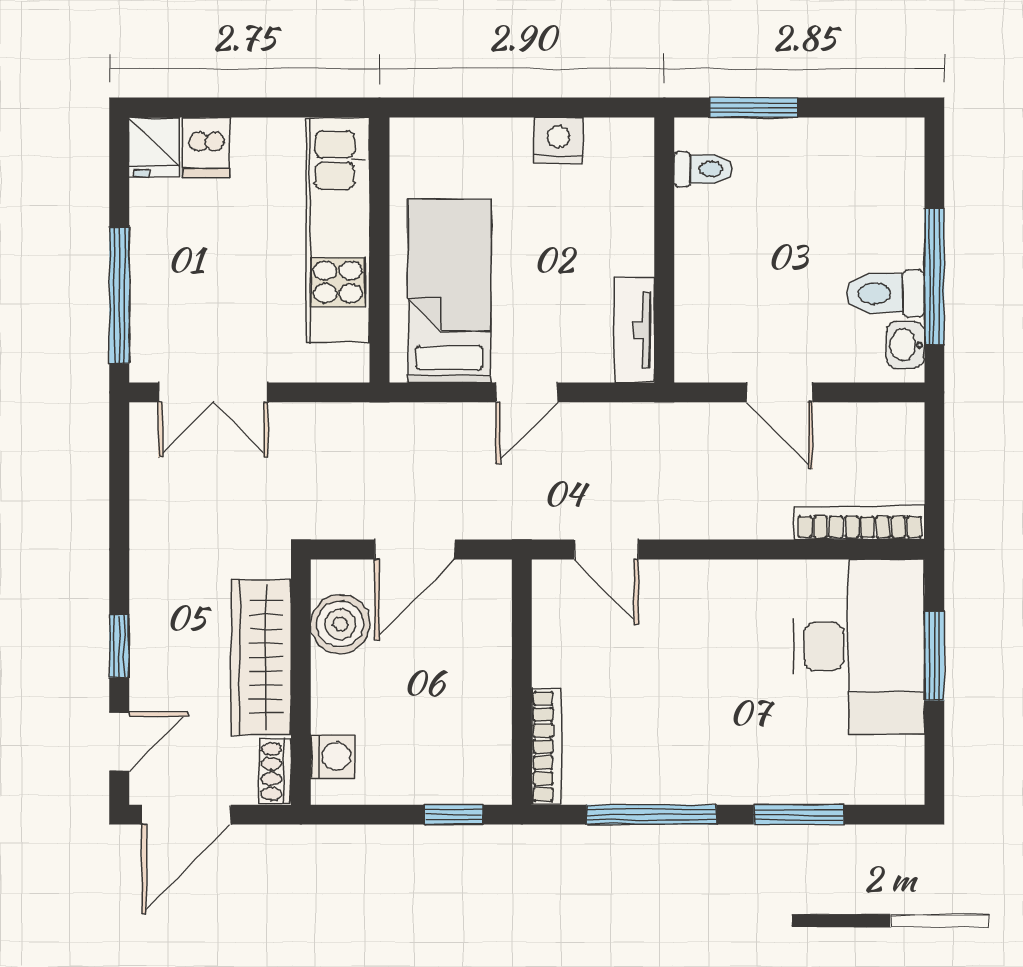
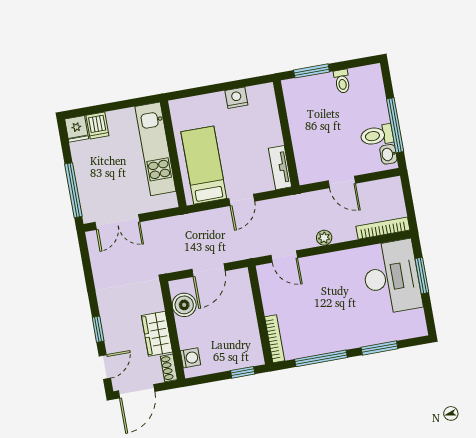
toilet: (703, 169) -> (342, 81), moved, turned 90
plant: (712, 521) -> (324, 238), added
wardrobe: (261, 657) -> (157, 334), width x0.67

